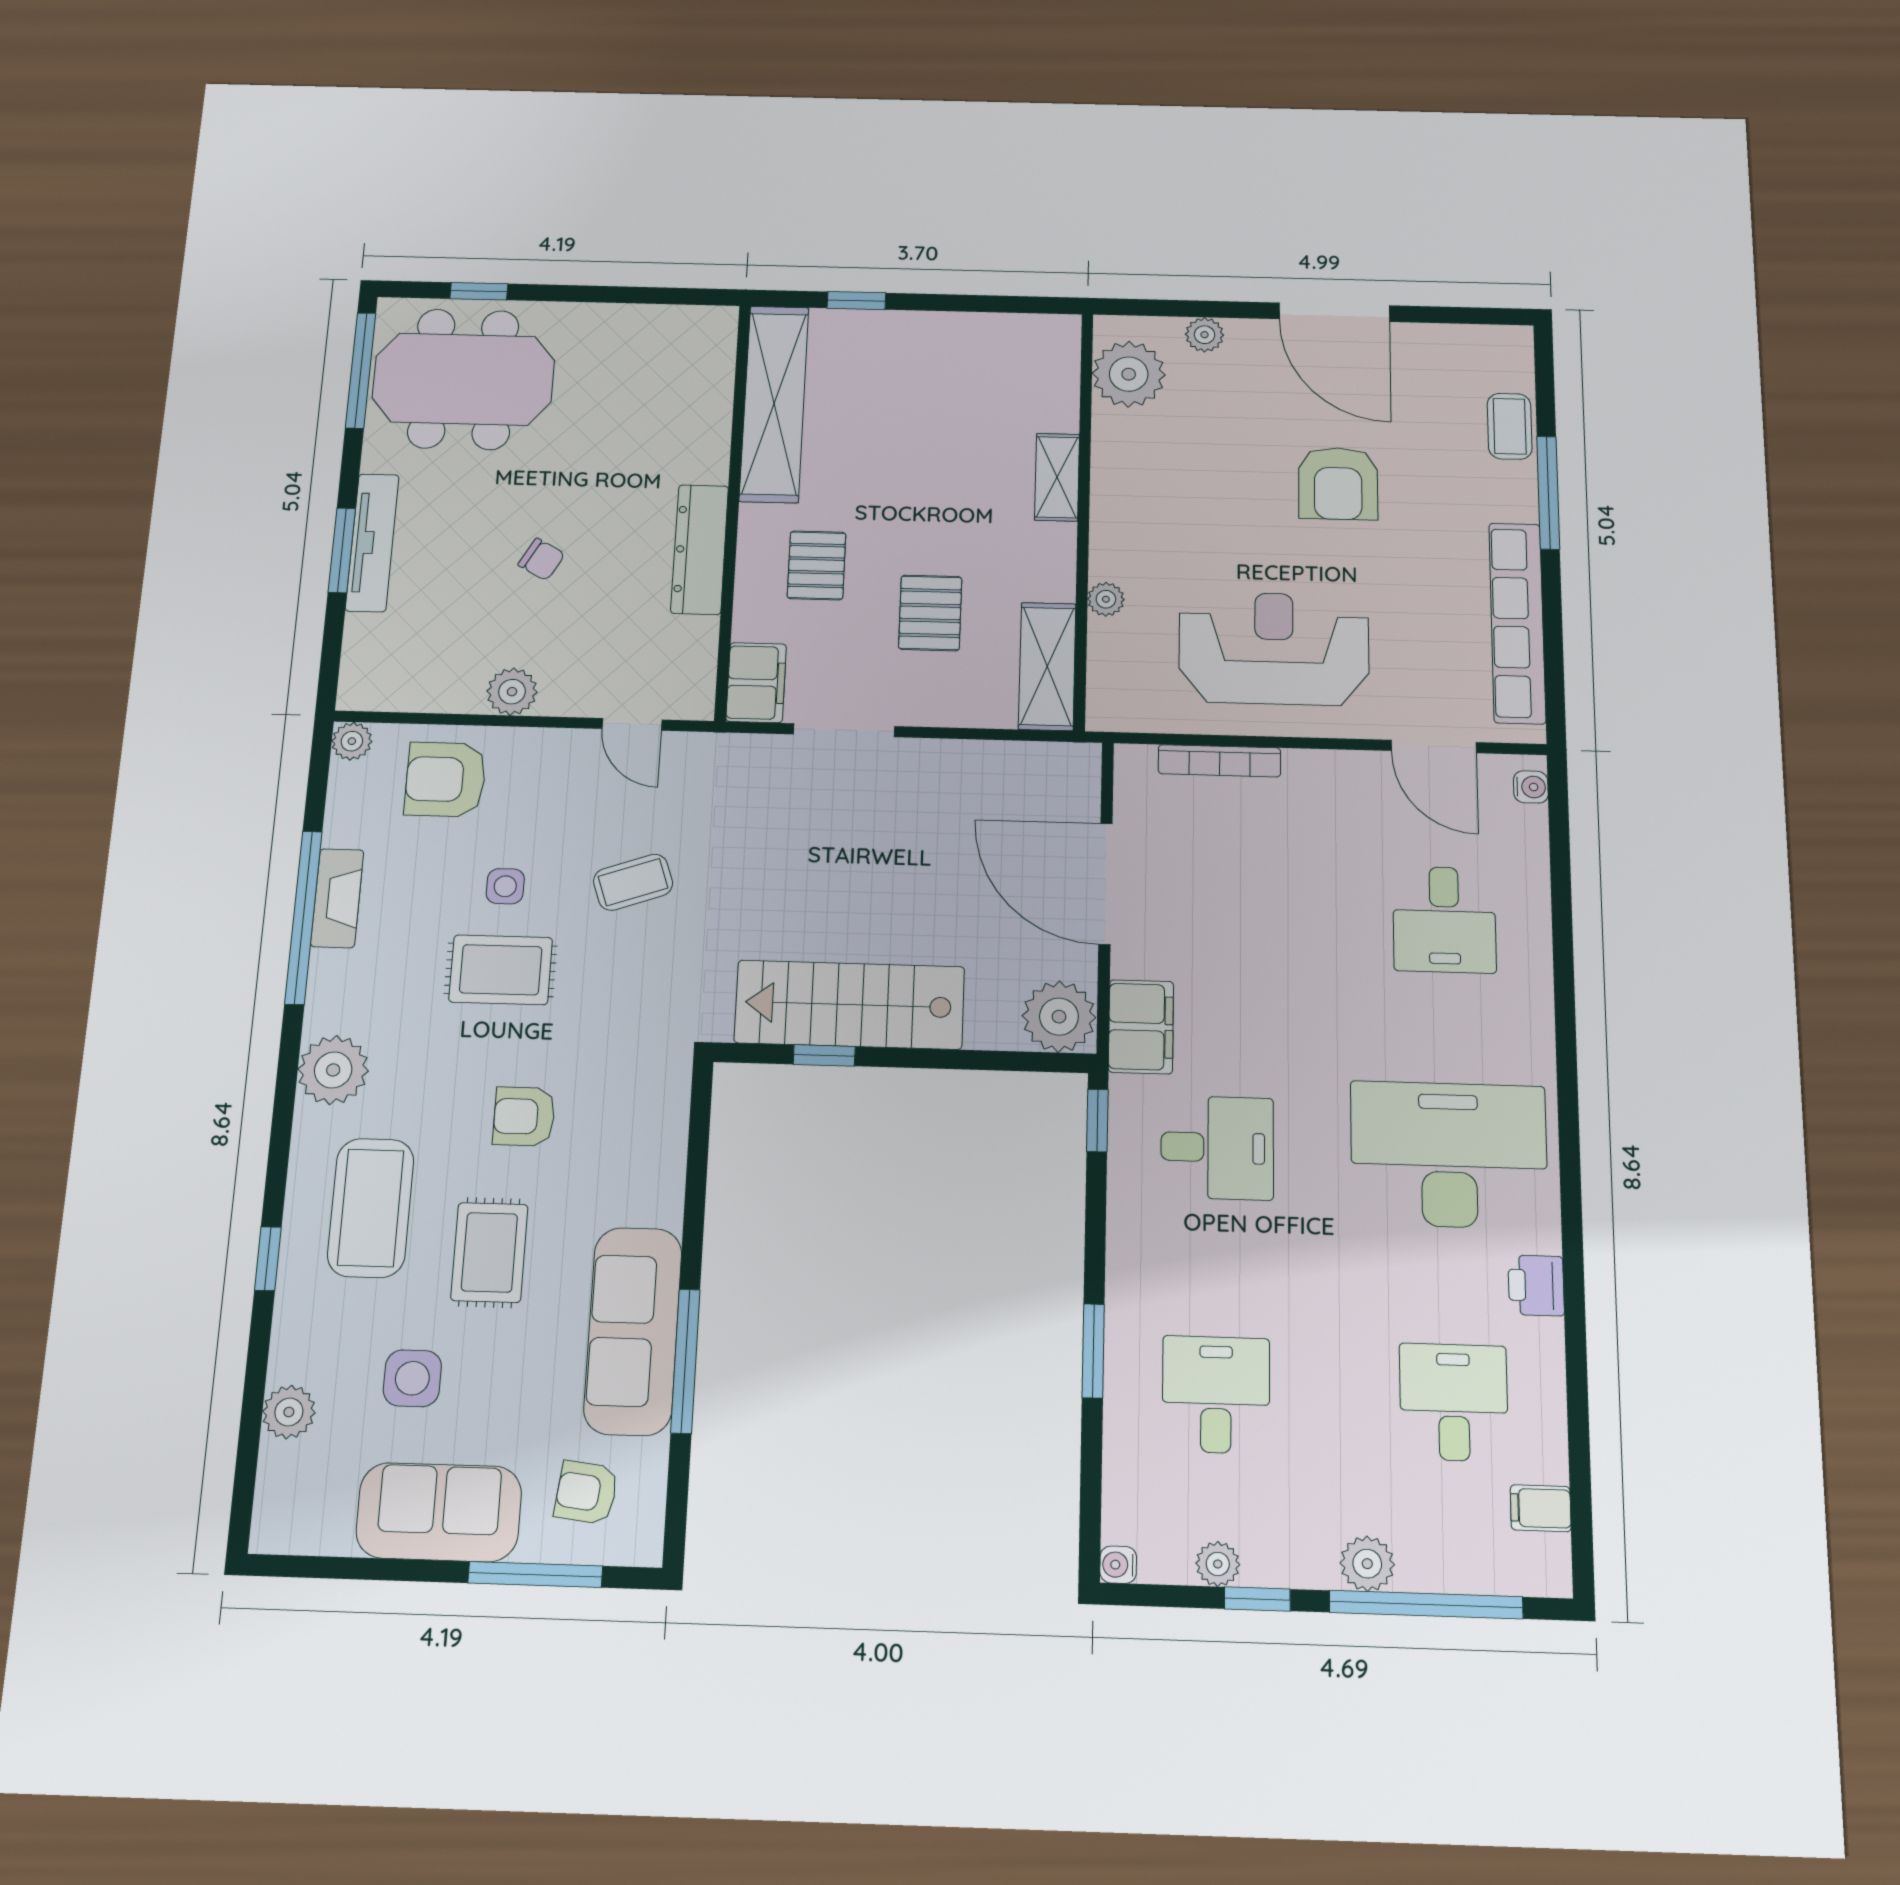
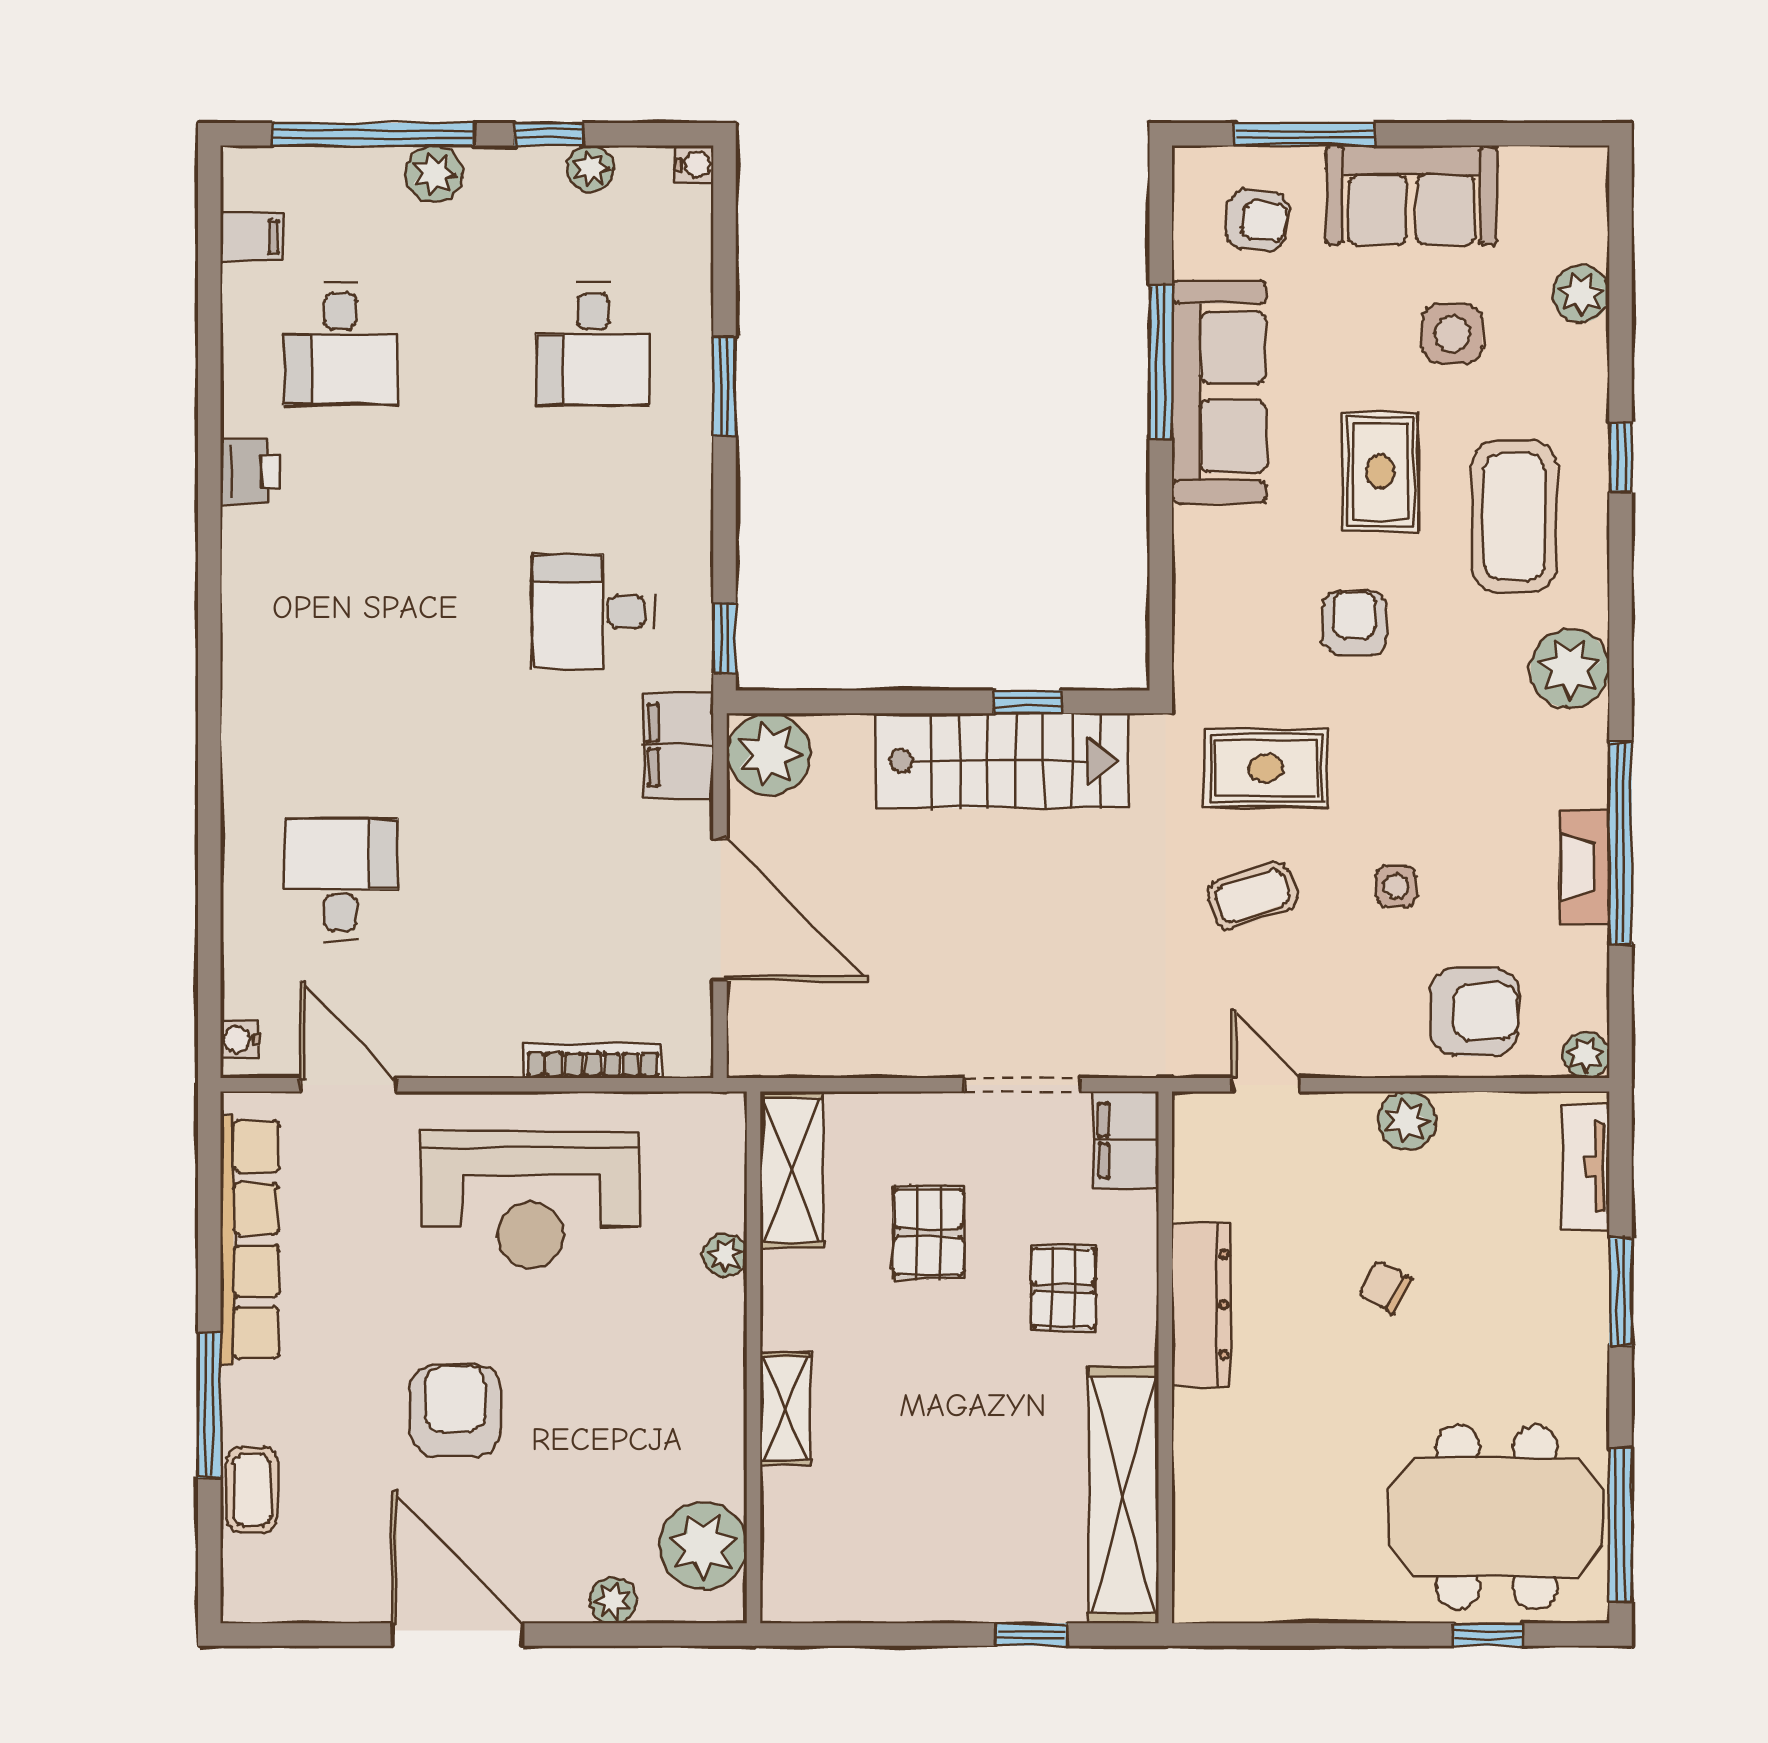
tv unit: (372, 543) -> (1586, 1167), moved, width x0.71
rug: (501, 970) -> (1266, 768), moved
armchair: (524, 1116) -> (1354, 623), turned -90
desk: (1449, 1155) -> (341, 612), removed

